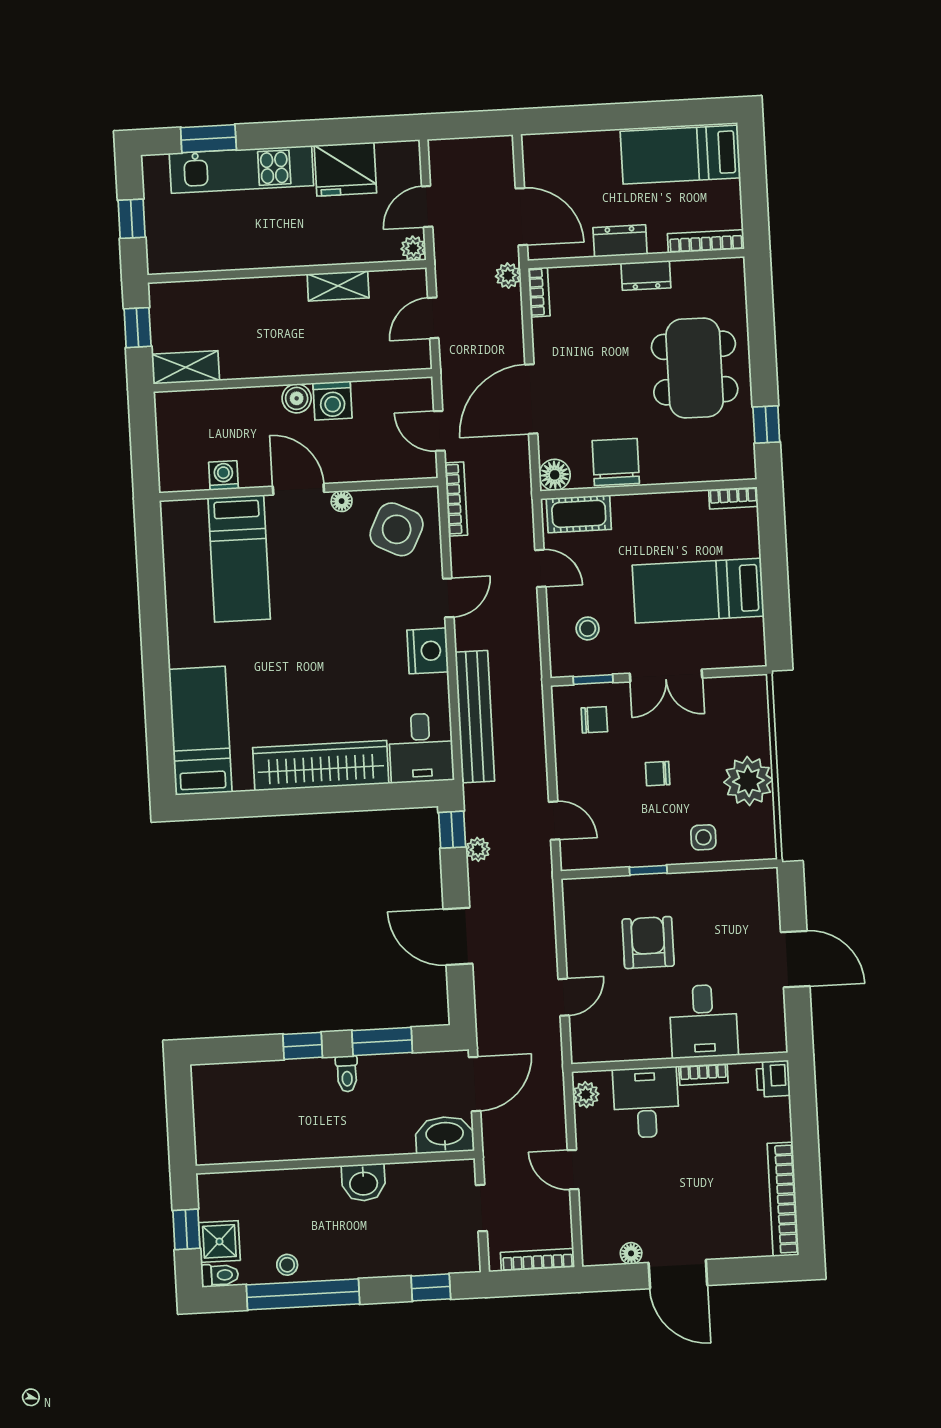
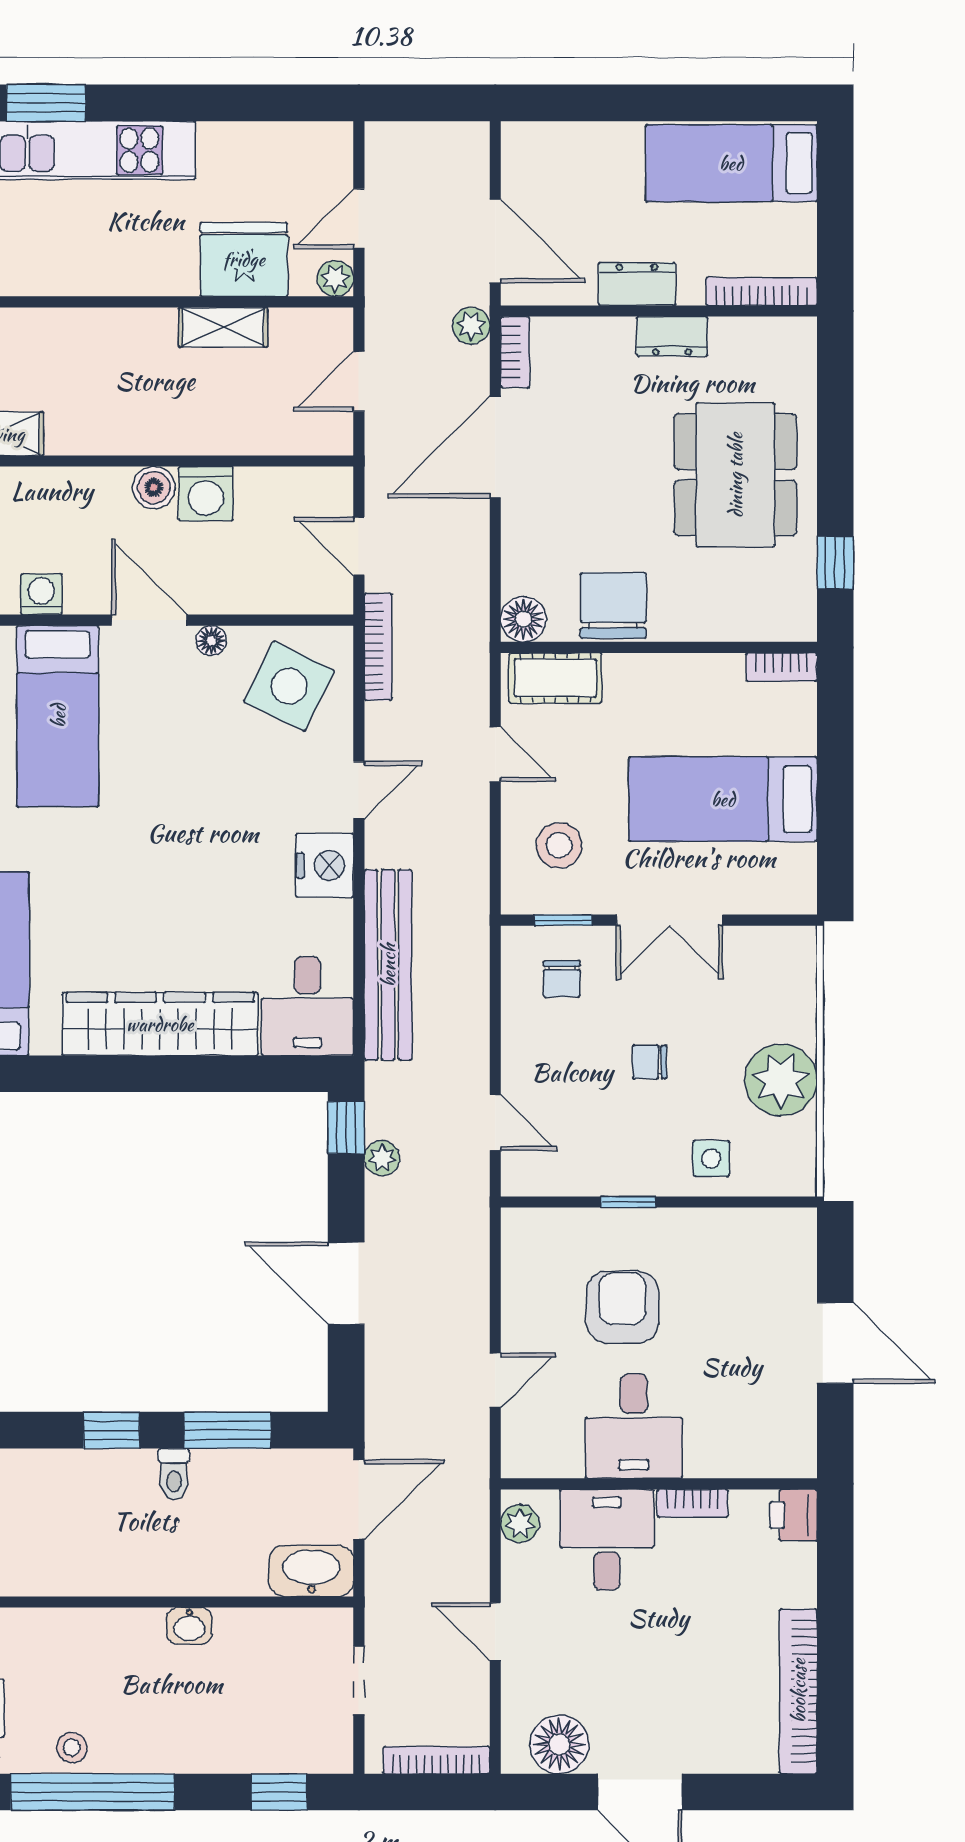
fridge: (345, 169) -> (244, 259), moved, turned 180
door: (531, 399) -> (495, 447), moved
stool: (588, 628) -> (559, 845), width x1.37, depth x1.37
chair: (594, 720) -> (562, 979), turned 90
desk: (704, 1021) -> (634, 1426), moved
washbasin: (363, 1183) -> (189, 1626), width x0.72, depth x0.69
floor lamp: (631, 1253) -> (559, 1744), width x1.89, depth x1.89

